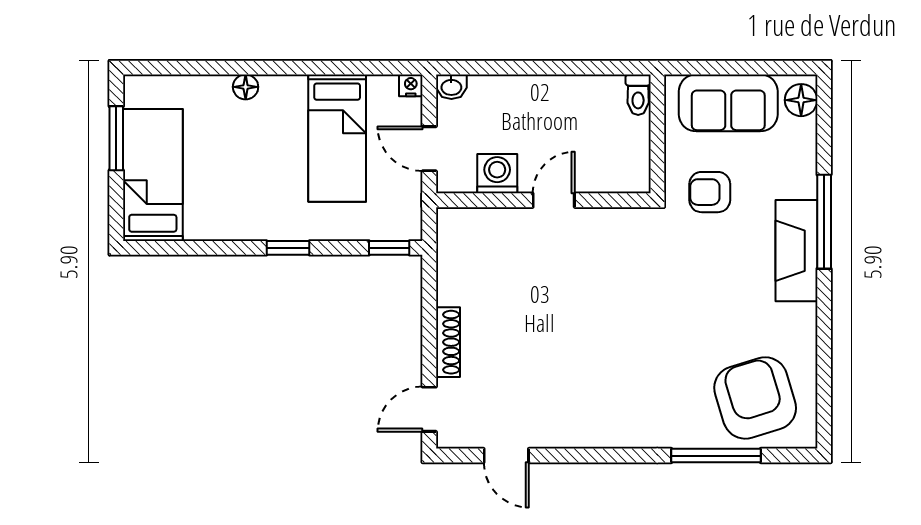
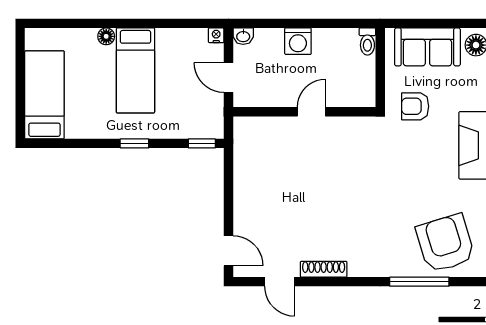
window: (116, 138) -> (20, 70), removed
bed: (337, 138) -> (135, 70), moved
washing machine: (497, 174) -> (298, 41), moved, turned 180
shoe rack: (448, 342) -> (324, 269), moved, turned -90
door: (429, 409) -> (228, 251), swing flipped

